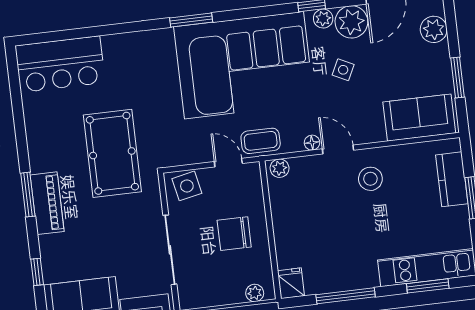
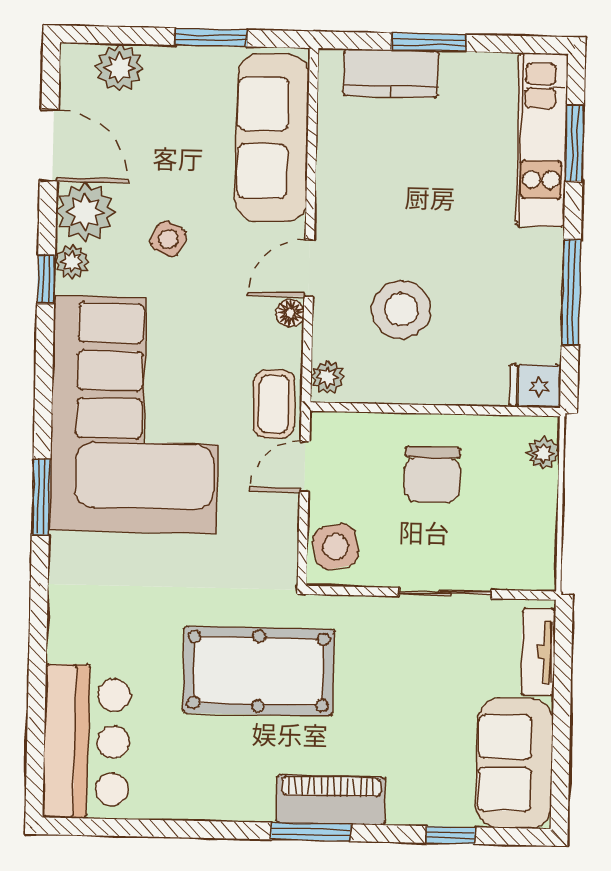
sofa: (419, 118) -> (272, 138), width x1.36
stool: (370, 179) -> (401, 309), moved, width x1.38, depth x1.38
sliding door: (170, 250) -> (445, 593), width x0.73

